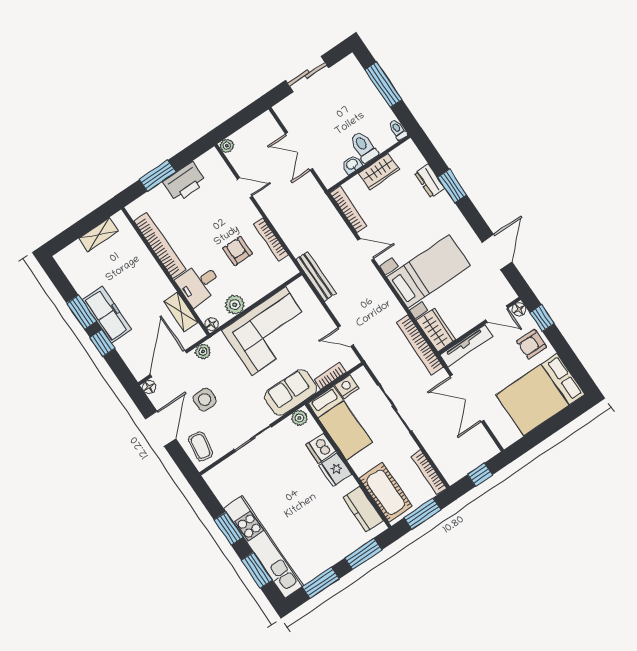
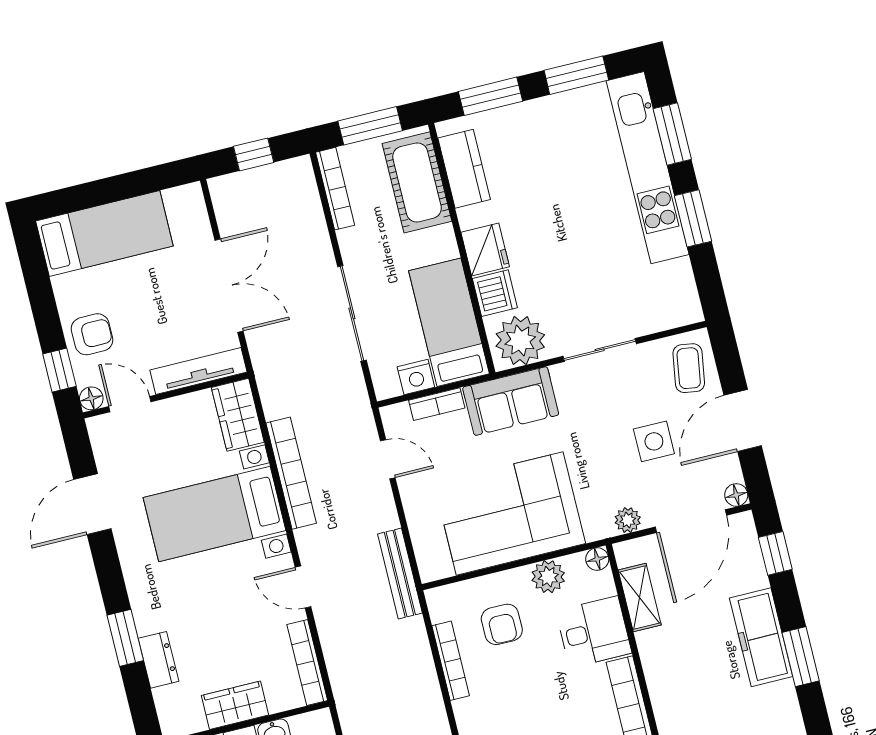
armchair: (237, 251) -> (502, 624), moved
window: (102, 343) -> (775, 553), moved
bookcase: (420, 345) -> (291, 473), moved
bed: (540, 395) -> (104, 234), width x0.67
plant: (299, 418) -> (520, 341), width x1.87, depth x1.87

